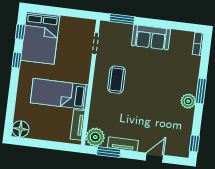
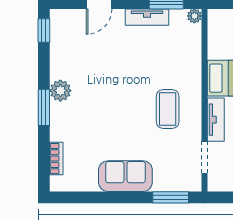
bookcase: (198, 44) -> (56, 159), moved
tv unit: (78, 125) -> (216, 120), moved
plant: (95, 137) -> (194, 16), width x0.53, depth x0.53

